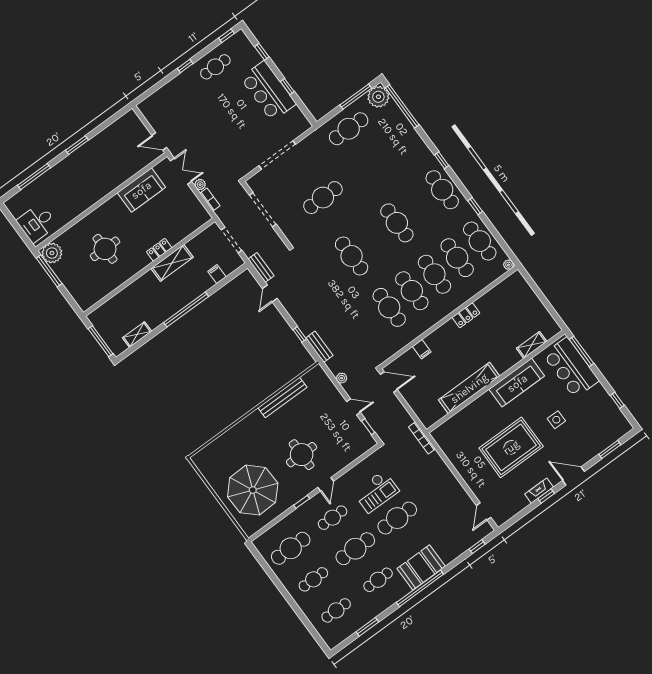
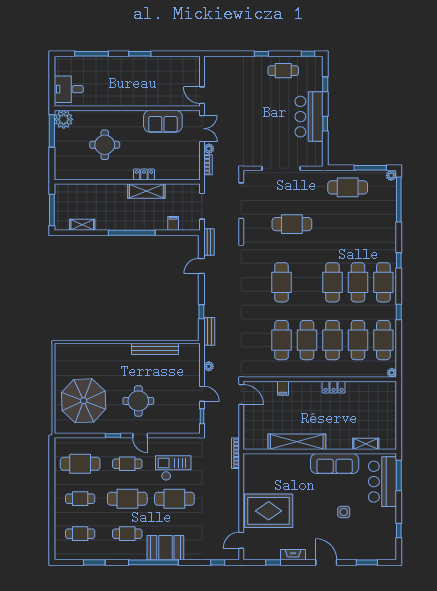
plant: (378, 97) -> (391, 175), width x0.53, depth x0.53
cafe table: (420, 206) -> (358, 282), added
rug: (511, 447) -> (269, 511), moved
door: (326, 484) -> (140, 436), hinge flipped
checkout: (376, 492) -> (173, 468), turned 180
window: (546, 496) -> (273, 562), moved

